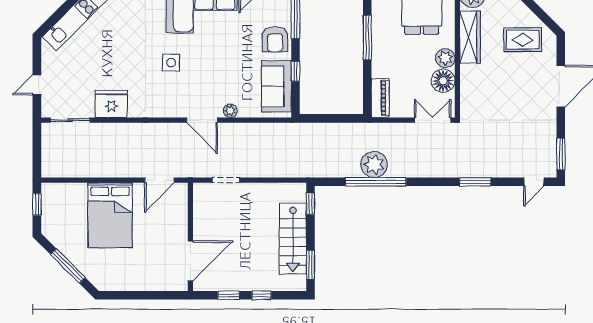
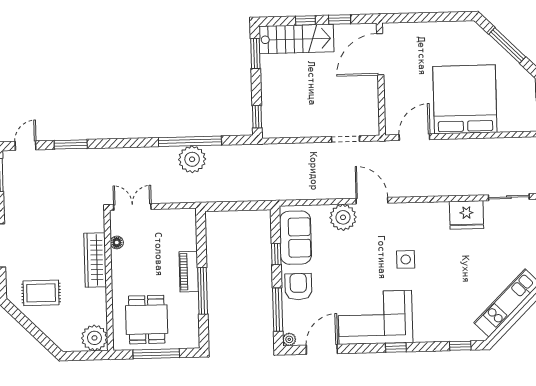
wardrobe: (470, 37) -> (95, 260), moved
plant: (445, 58) -> (121, 272), removed
floor lamp: (443, 81) -> (117, 242), width x0.53, depth x0.53
piano: (380, 98) -> (189, 272), moved
plant: (230, 111) -> (343, 217), width x1.87, depth x1.87
double door: (433, 120) -> (132, 207), swing flipped
window: (475, 182) -> (71, 144), moved
bed: (110, 215) -> (465, 99), width x1.36
stairs: (293, 239) -> (296, 39), moved, turned 90

